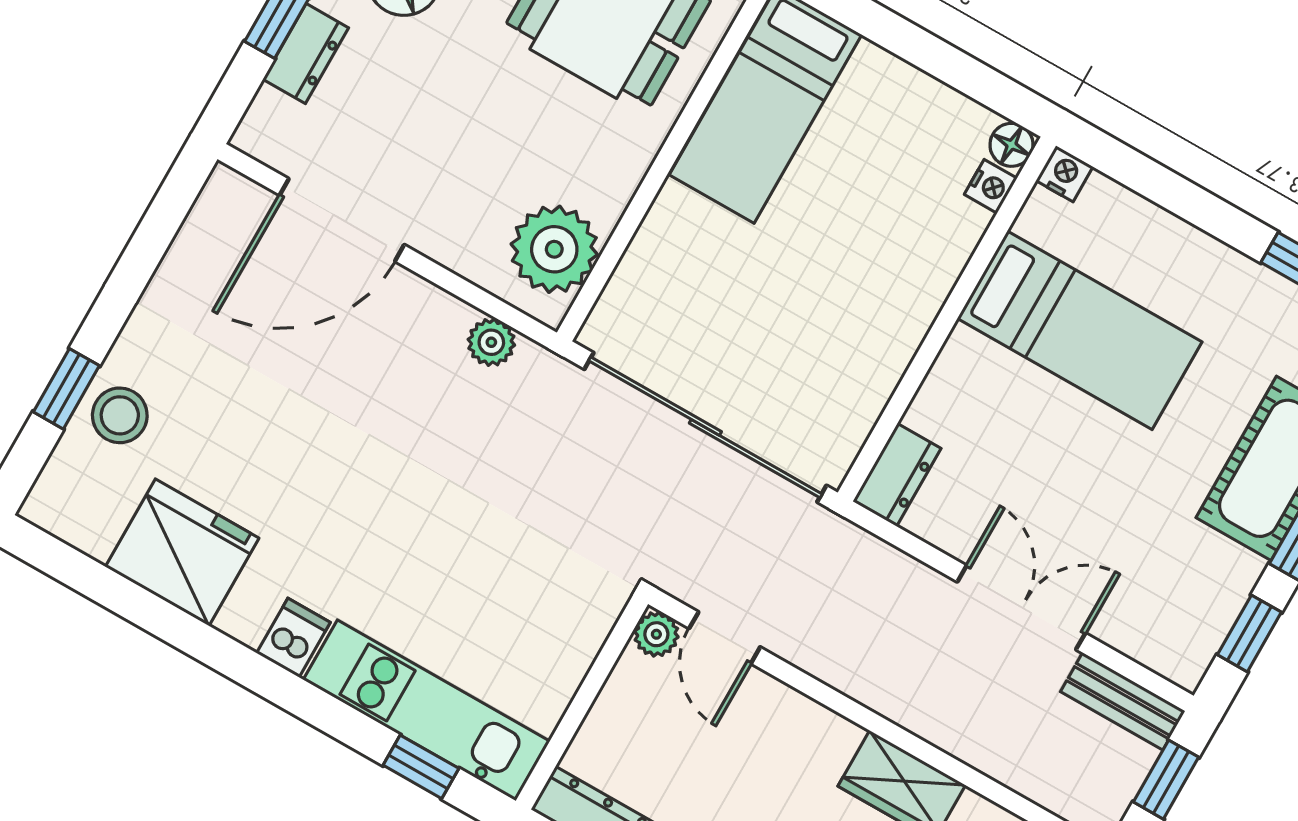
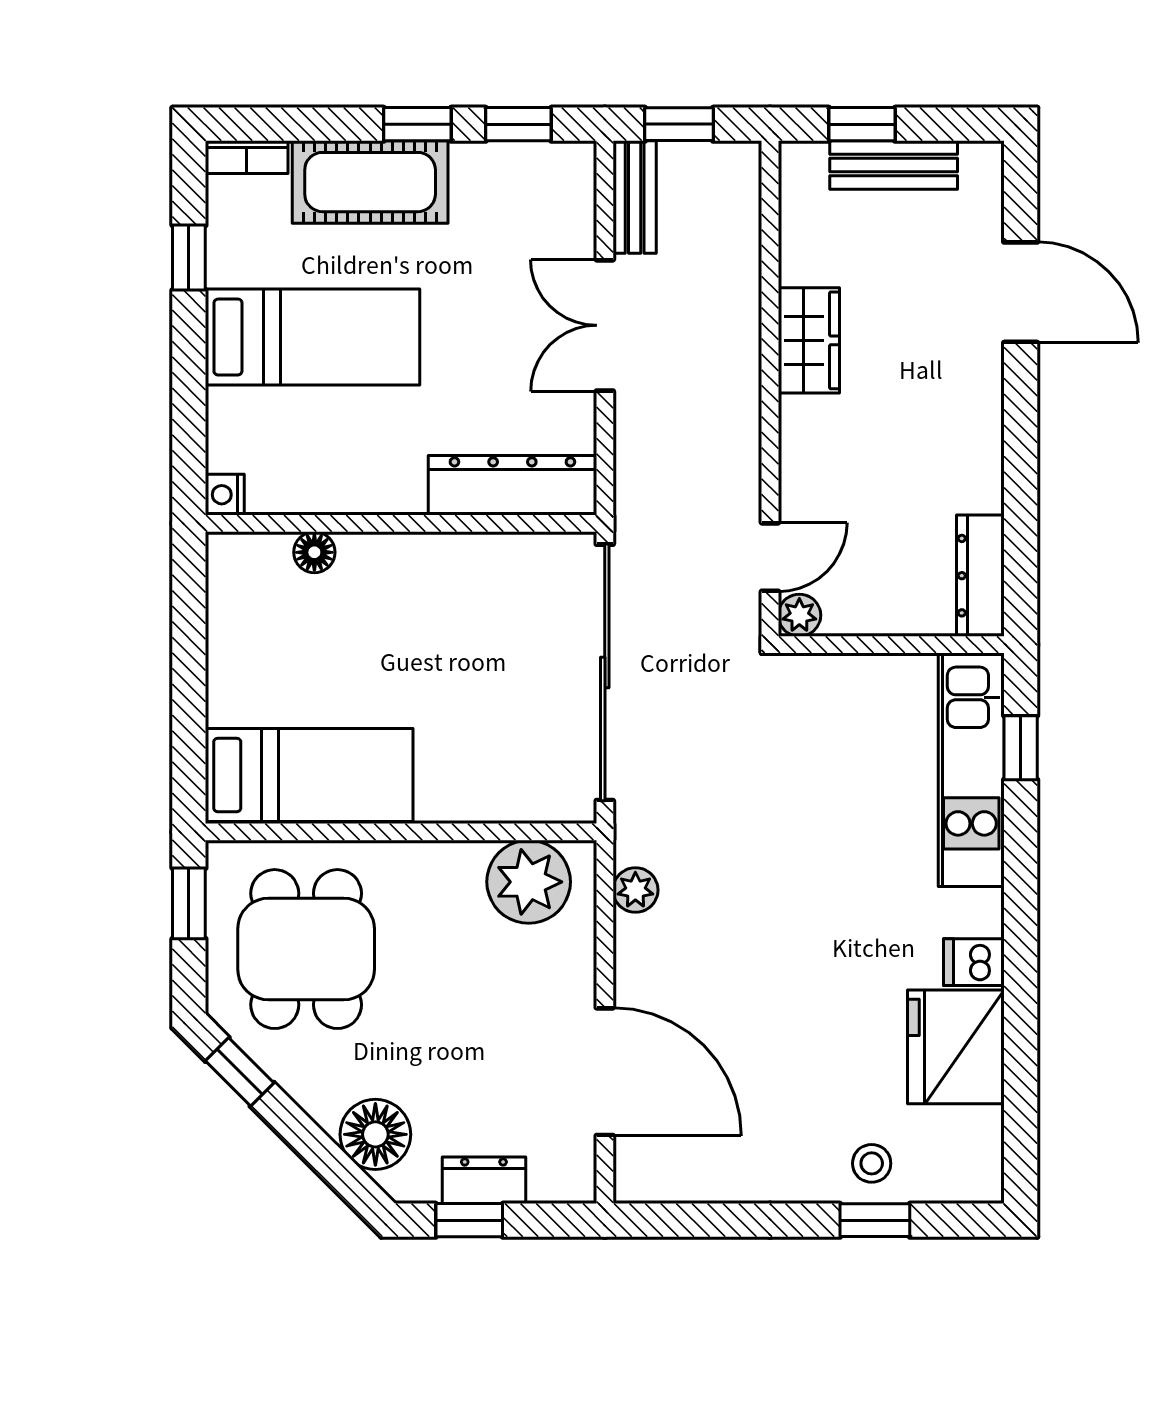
floor lamp: (1011, 145) -> (314, 552), moved
nightstand: (991, 186) -> (270, 550), removed
bed: (1080, 330) -> (313, 337), moved, turned 90
stool: (120, 415) -> (872, 1163), width x0.73, depth x0.73
dresser: (897, 475) -> (512, 485), width x1.96, depth x1.24
dishwasher: (293, 638) -> (974, 962), moved

